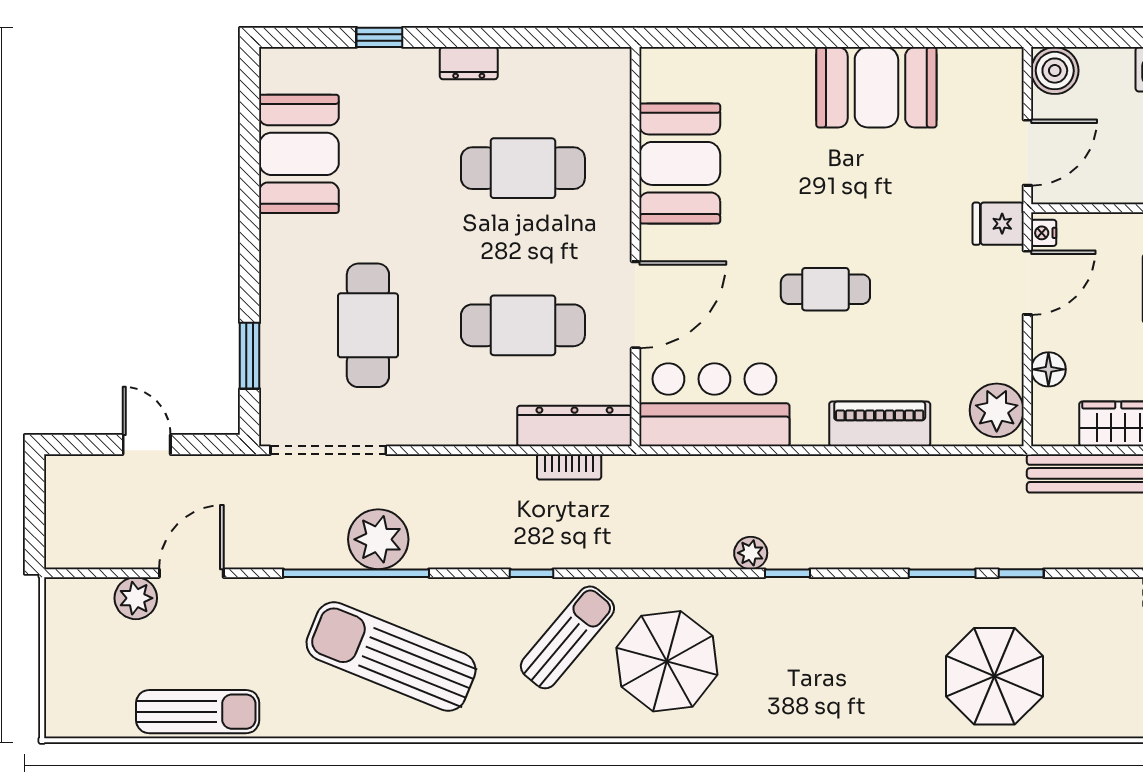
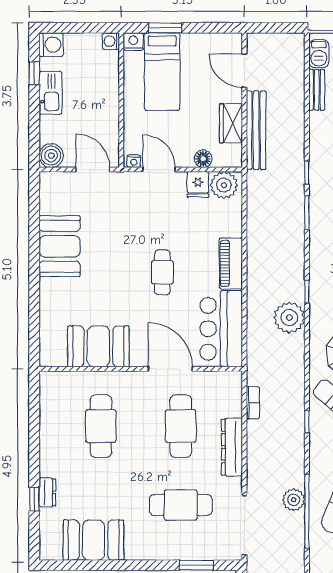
dresser: (469, 63) -> (47, 492), moved
fridge: (998, 224) -> (198, 184), moved
piano: (880, 424) -> (231, 263), moved
dresser: (574, 426) -> (232, 447), moved
plant: (378, 539) -> (294, 500), width x0.73, depth x0.73
plant: (751, 553) -> (289, 318), width x1.87, depth x1.87

